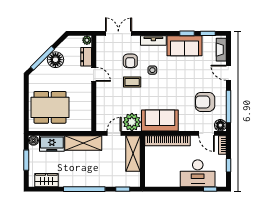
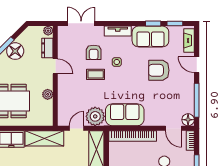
plant: (86, 101) -> (48, 94), added
armchair: (205, 102) -> (159, 70), moved

